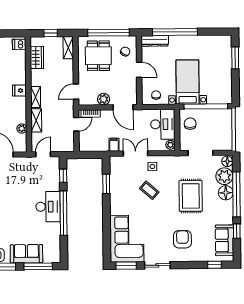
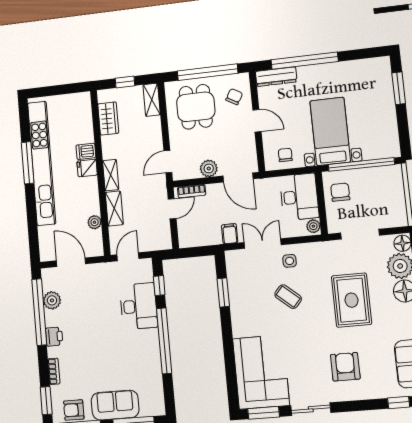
dishwasher: (19, 44) -> (86, 151), moved
desk: (48, 207) -> (139, 306), moved

